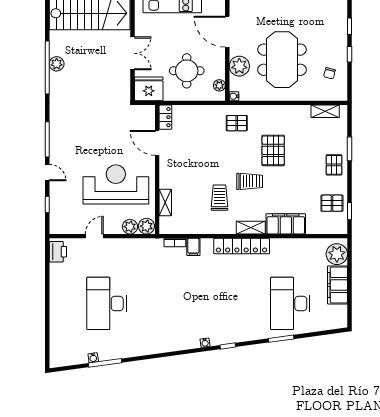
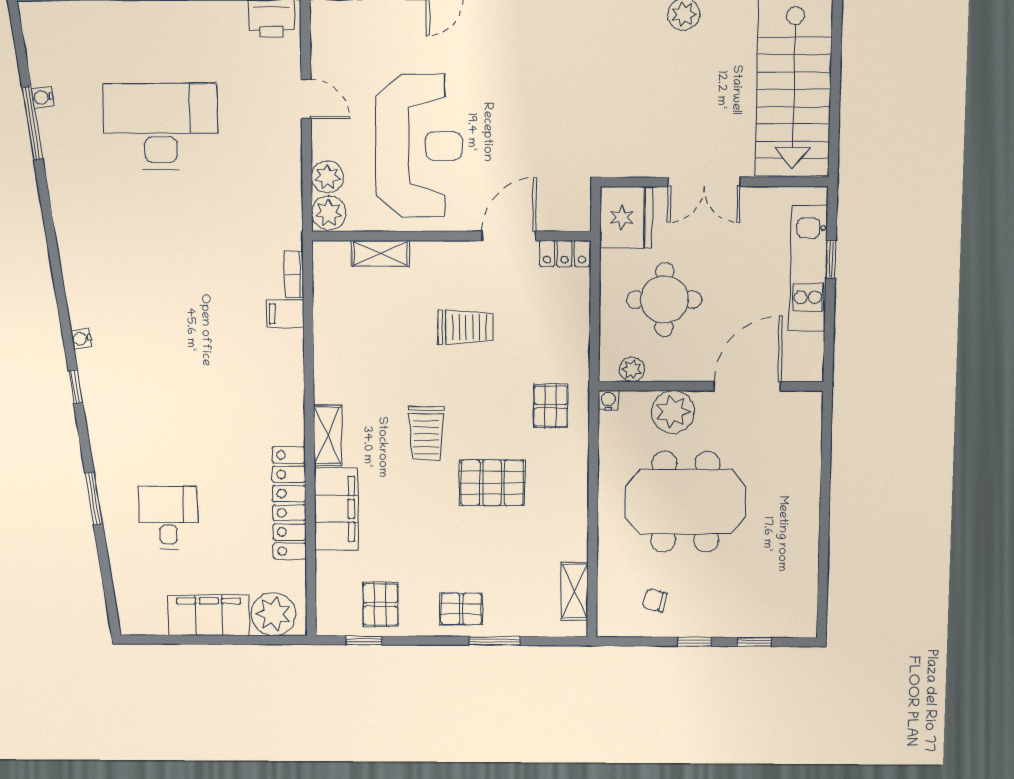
trolley: (219, 198) -> (466, 327), moved
locker: (242, 246) -> (289, 503), moved
desk: (290, 303) -> (168, 518), width x0.53, depth x0.77

